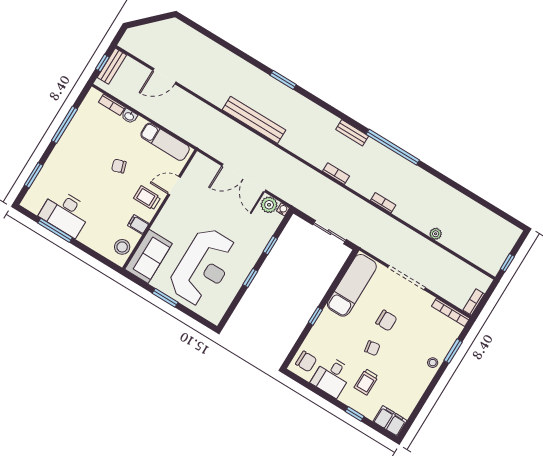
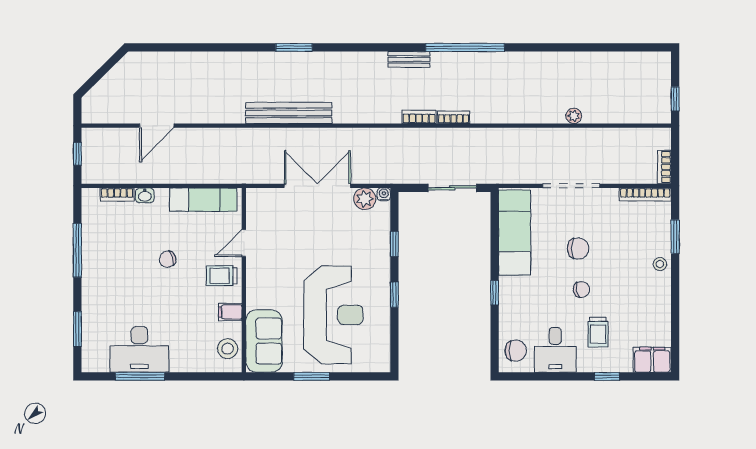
bench: (112, 66) -> (90, 151), removed
double door: (244, 178) -> (317, 186), swing flipped
bookcase: (383, 203) -> (454, 117), moved

